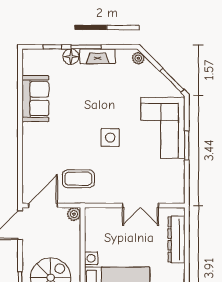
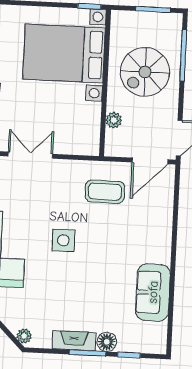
plant: (74, 214) -> (114, 120), moved

